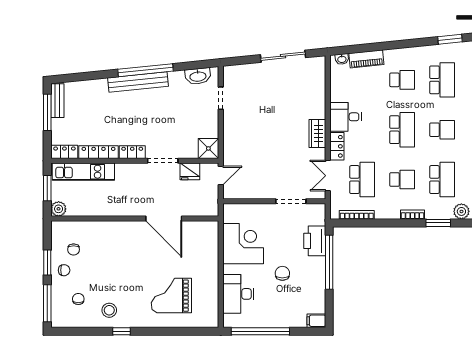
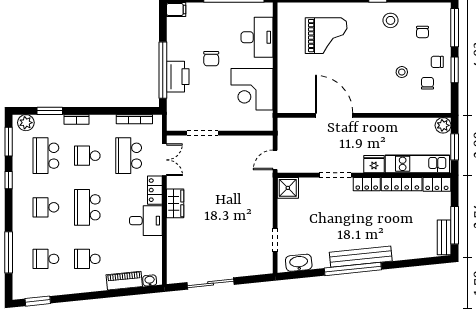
school desk: (442, 80) -> (46, 259), width x0.54
fridge: (190, 171) -> (374, 164), moved
printer: (315, 241) -> (178, 77), moved
stool: (98, 260) -> (402, 72), added

